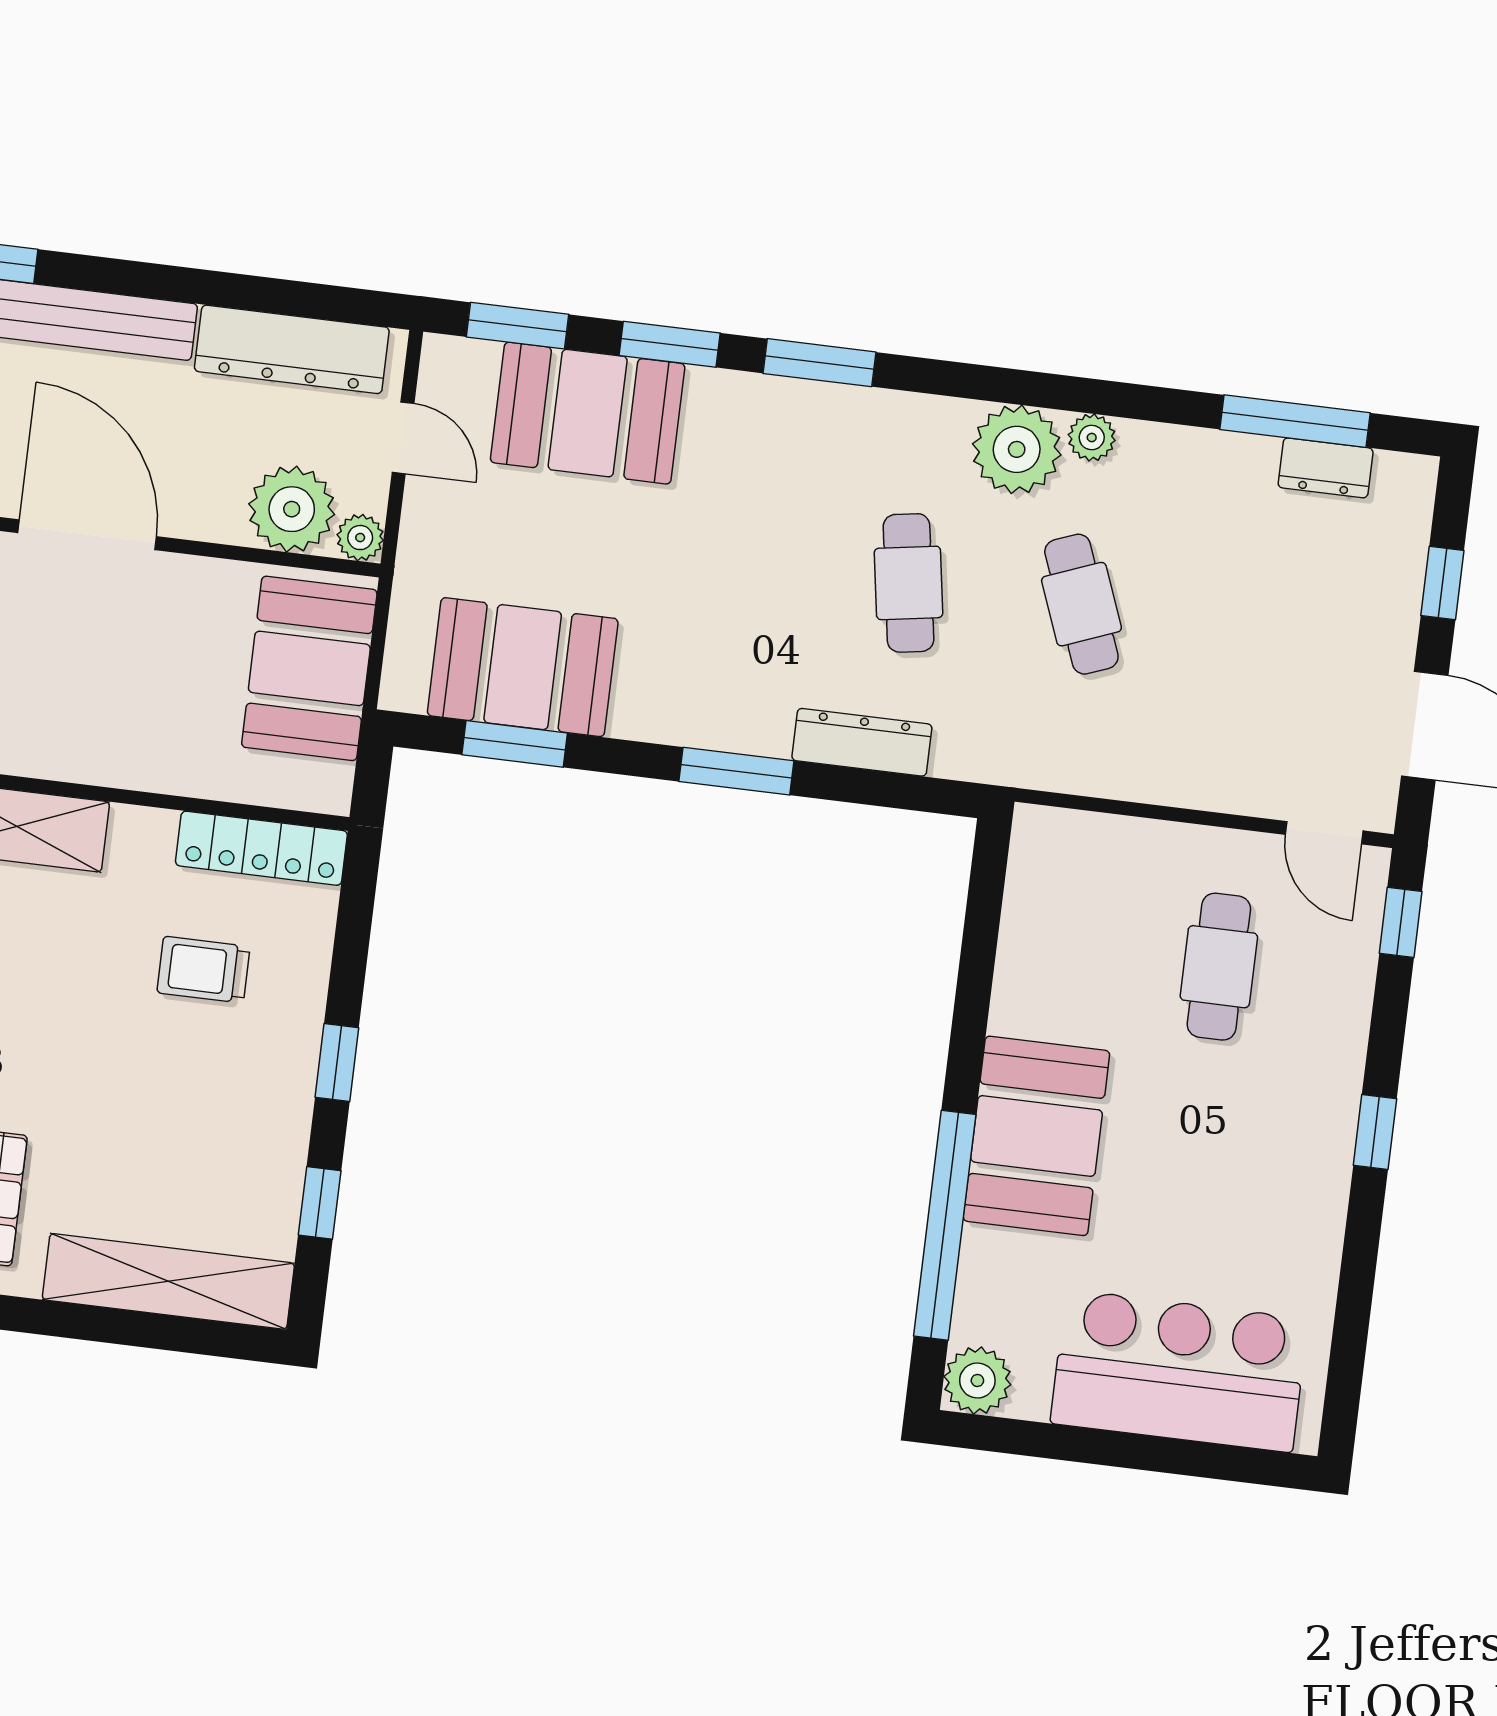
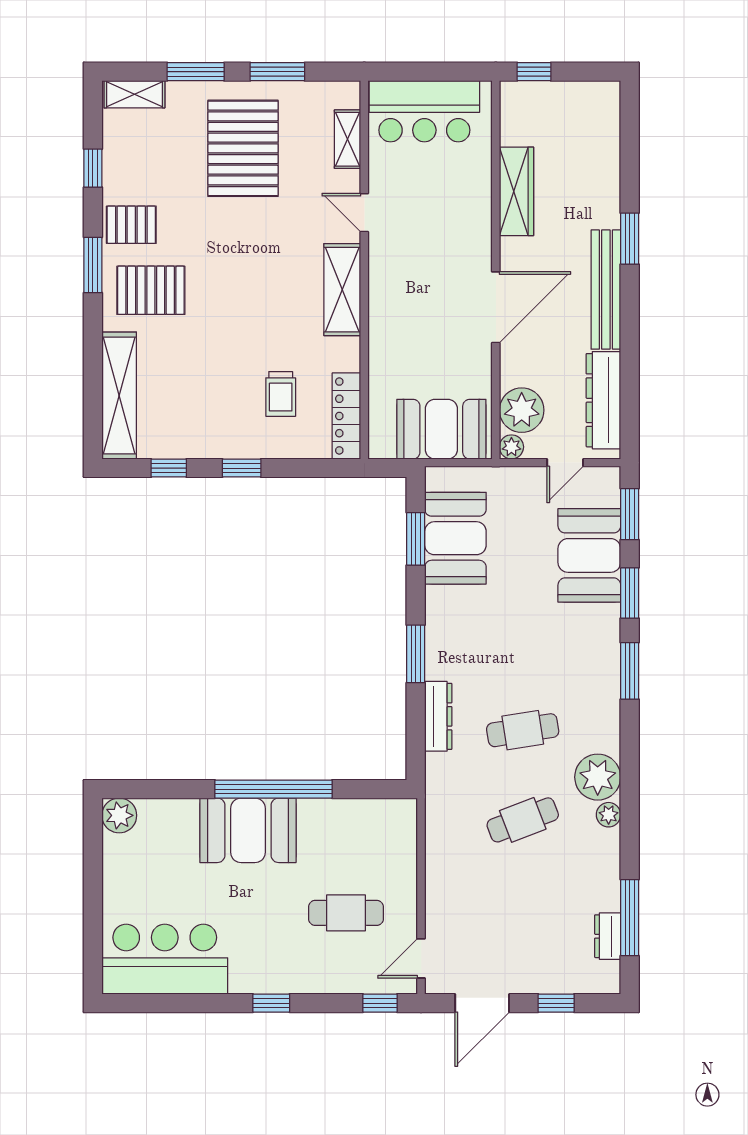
trolley: (203, 970) -> (281, 394), turned 180
window: (945, 1225) -> (274, 789), moved
bar counter: (1179, 1371) -> (165, 959), moved, turned -90

